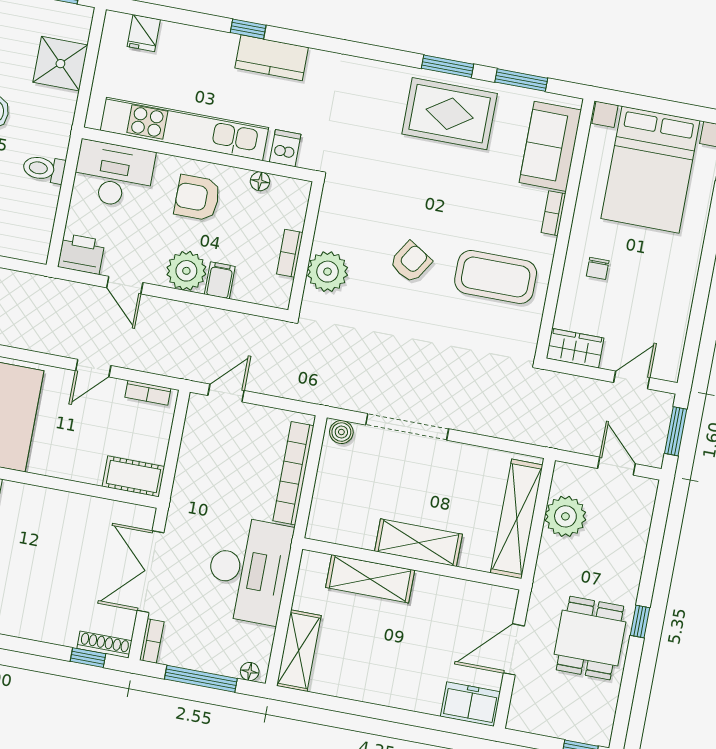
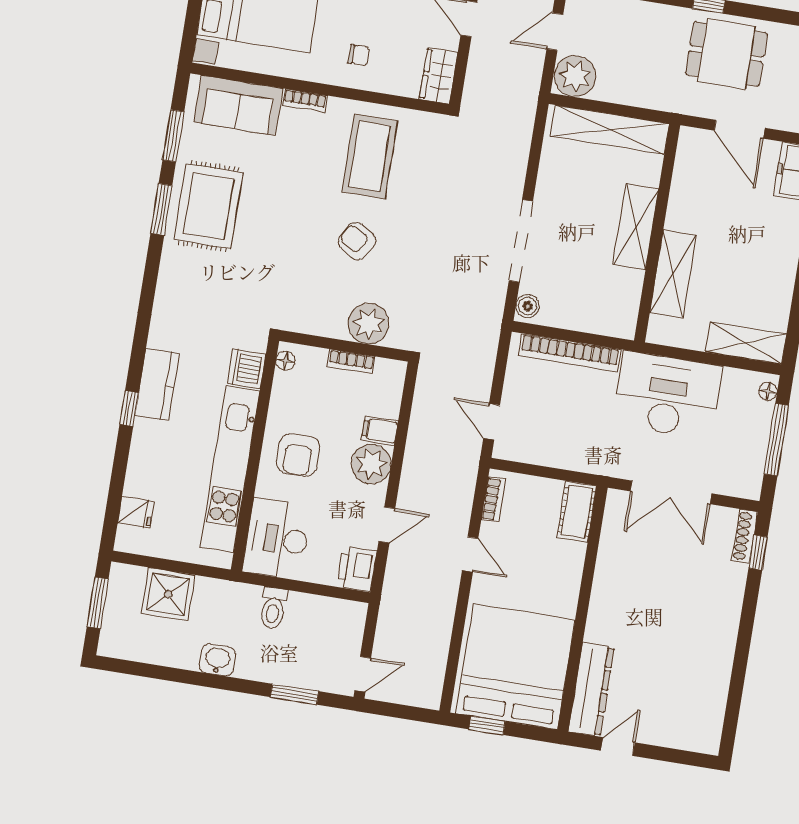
dishwasher: (285, 148) -> (247, 369), width x1.38
floor lamp: (260, 181) -> (286, 361), moved
plant: (565, 516) -> (575, 76), moved
bookcase: (152, 641) -> (740, 489), removed

